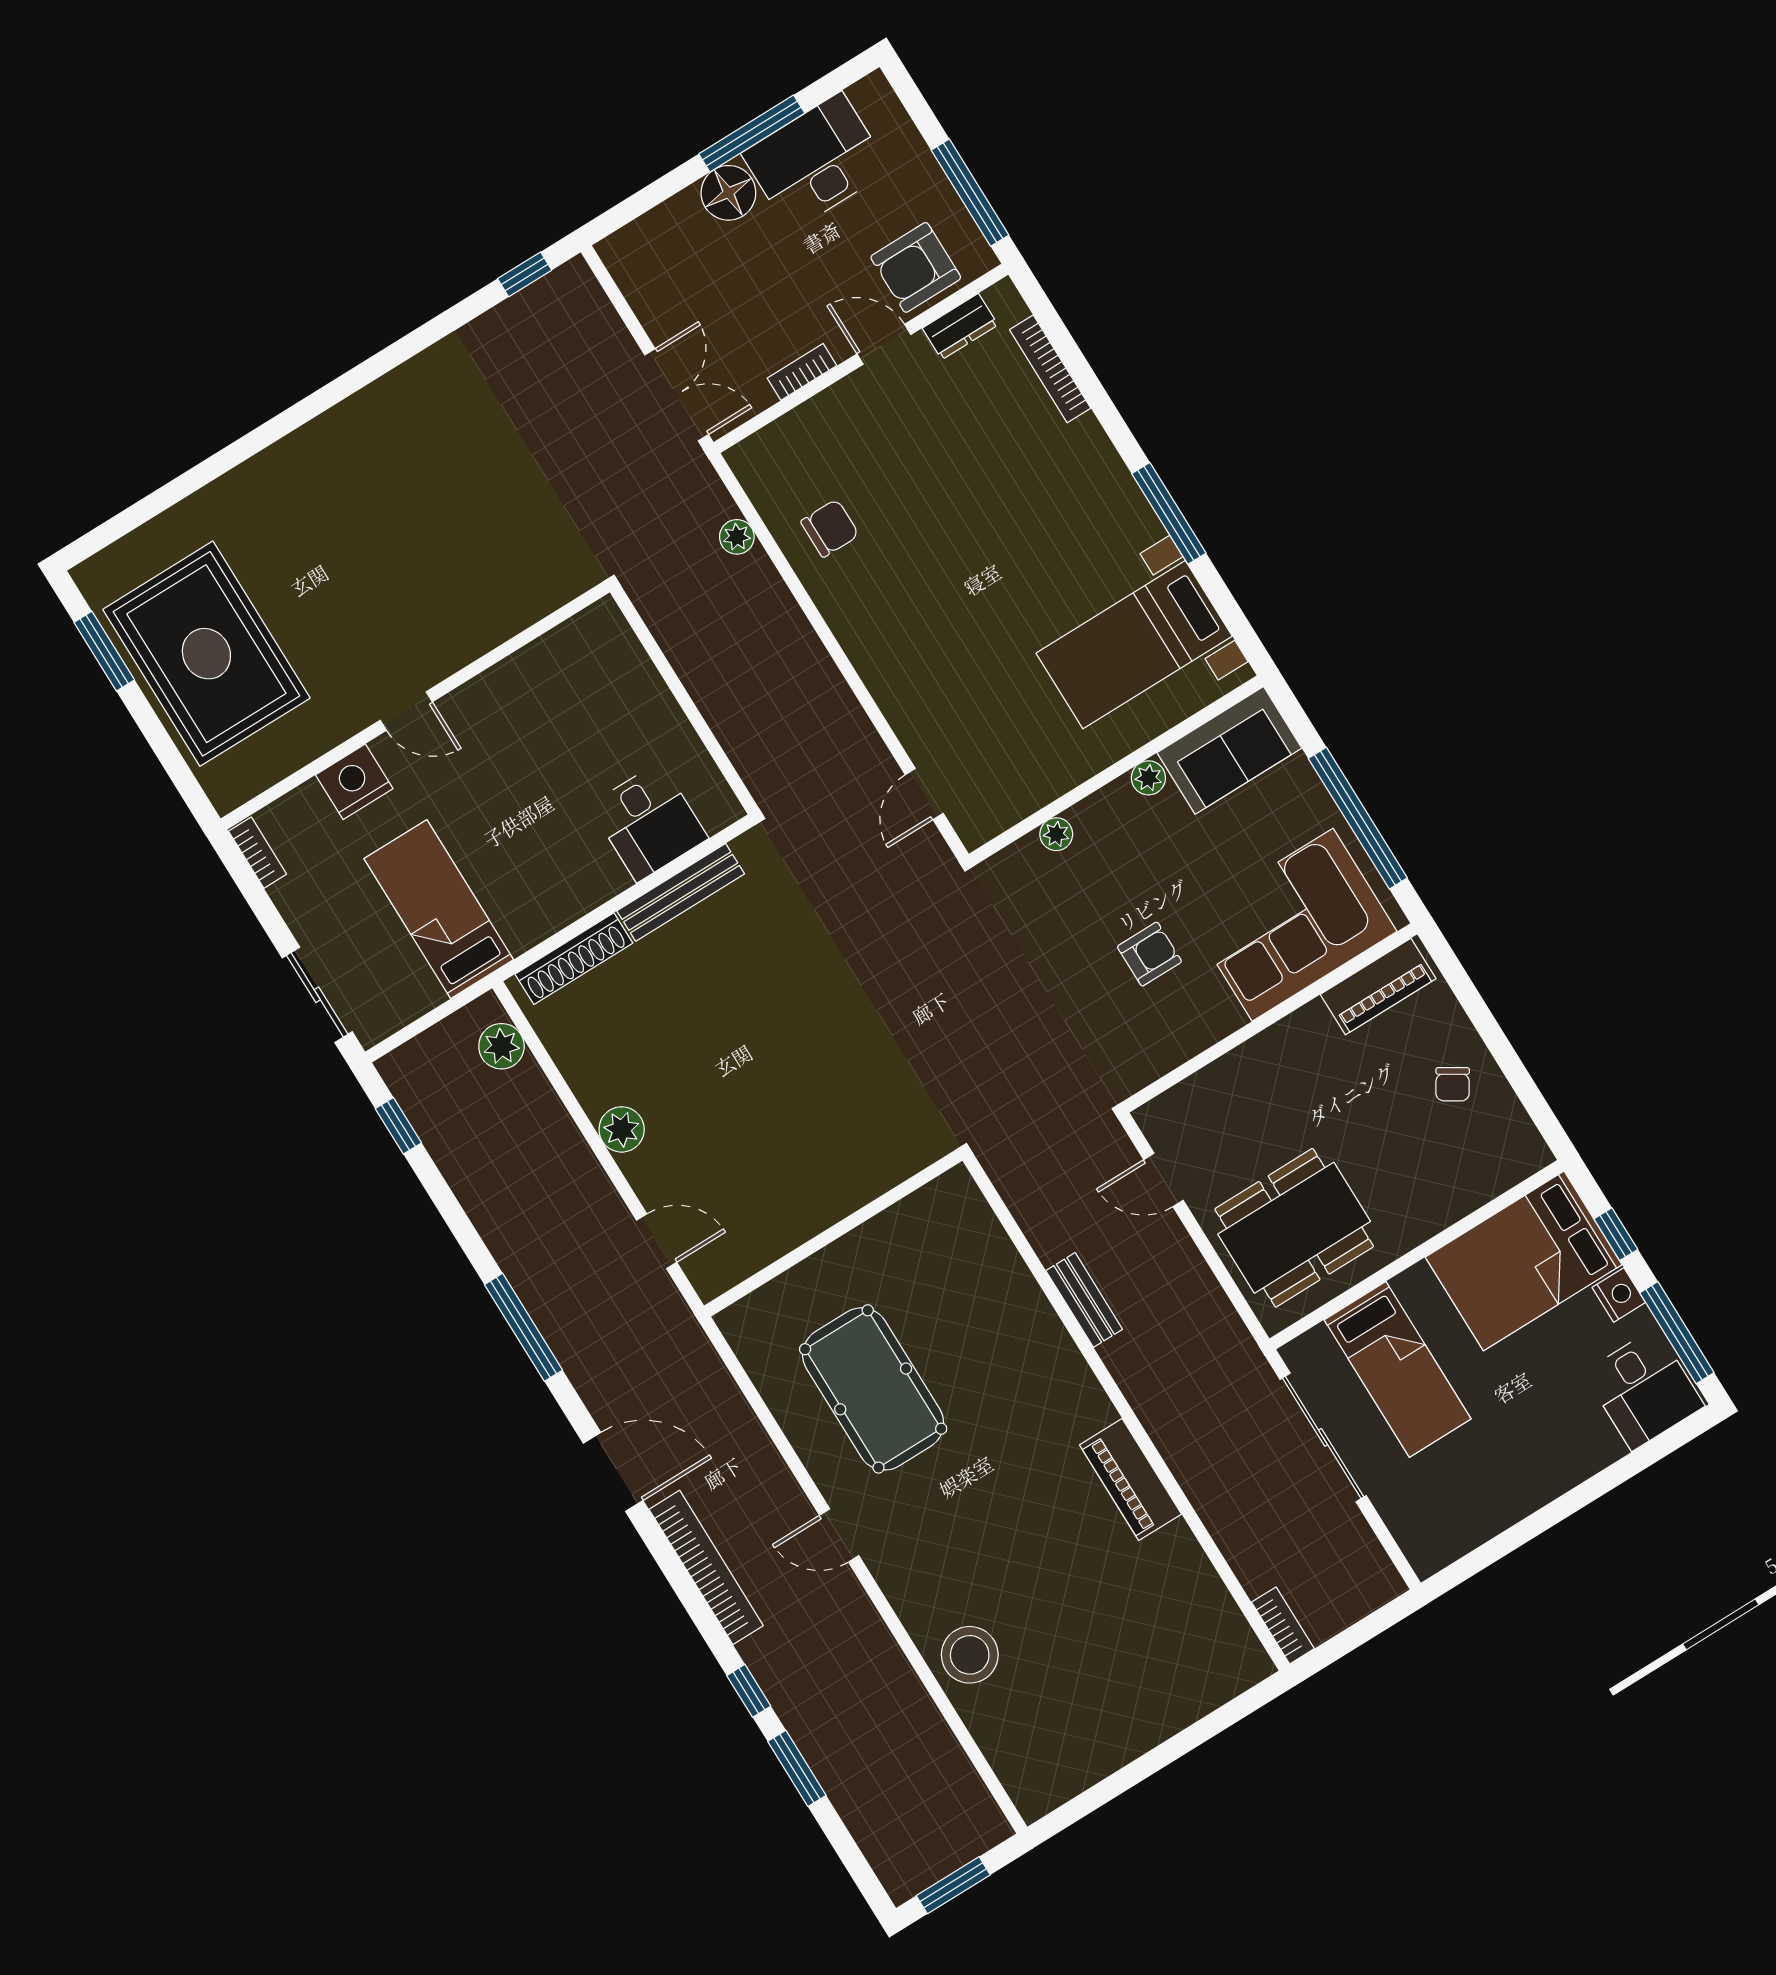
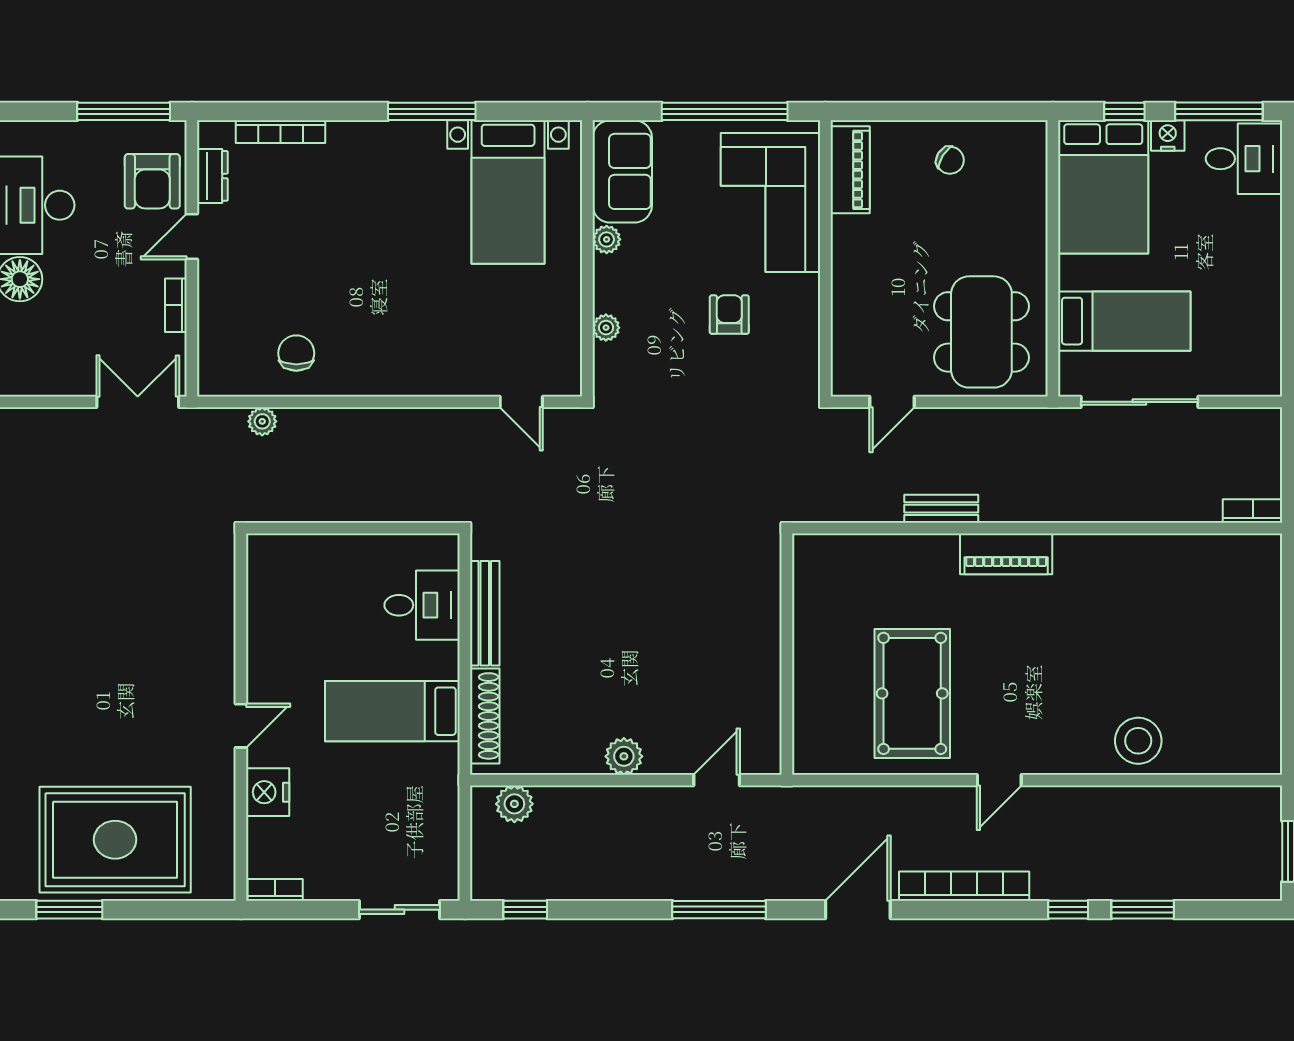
bed: (439, 909) -> (392, 711), moved
pool table: (873, 1389) -> (912, 693), turned 90
piano: (1130, 1480) -> (1006, 554), moved

